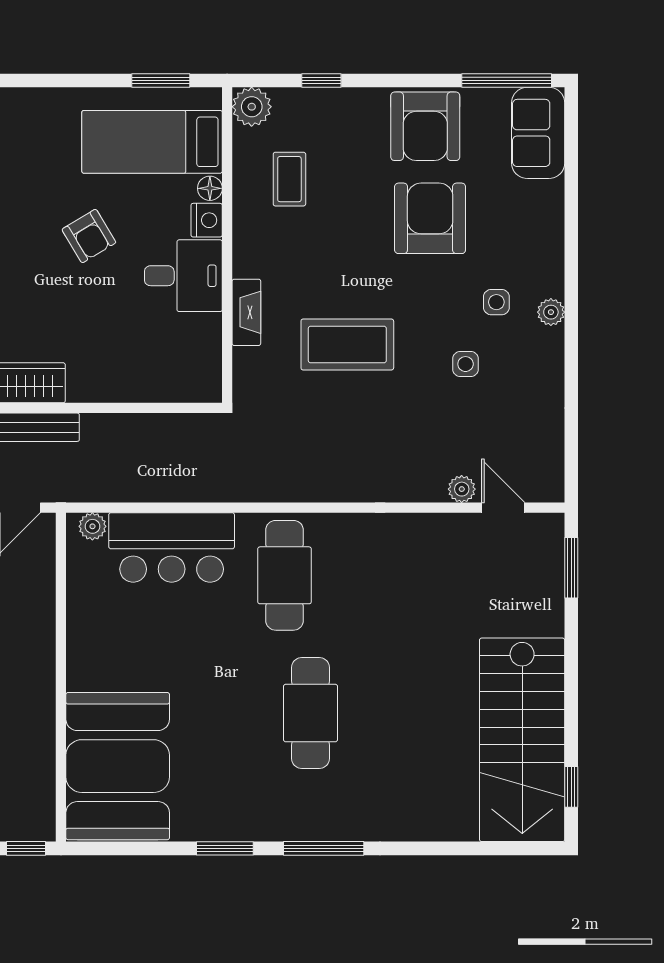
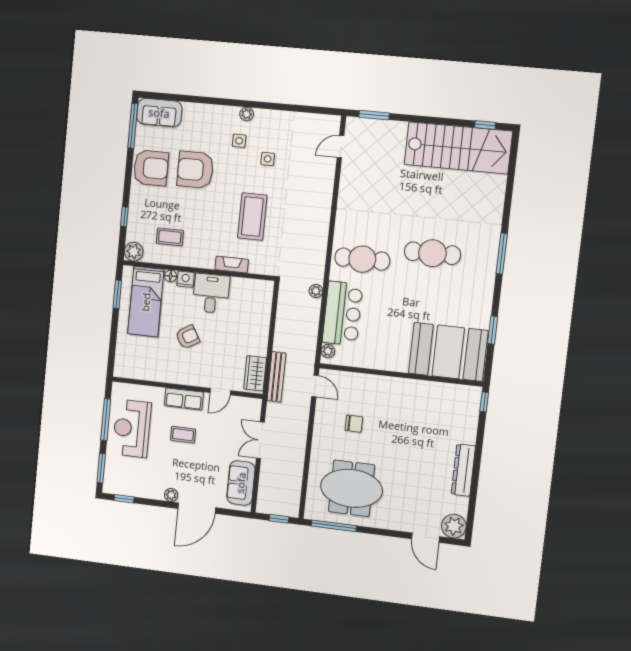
plant: (462, 489) -> (316, 291), moved
window: (225, 848) -> (493, 330), moved

